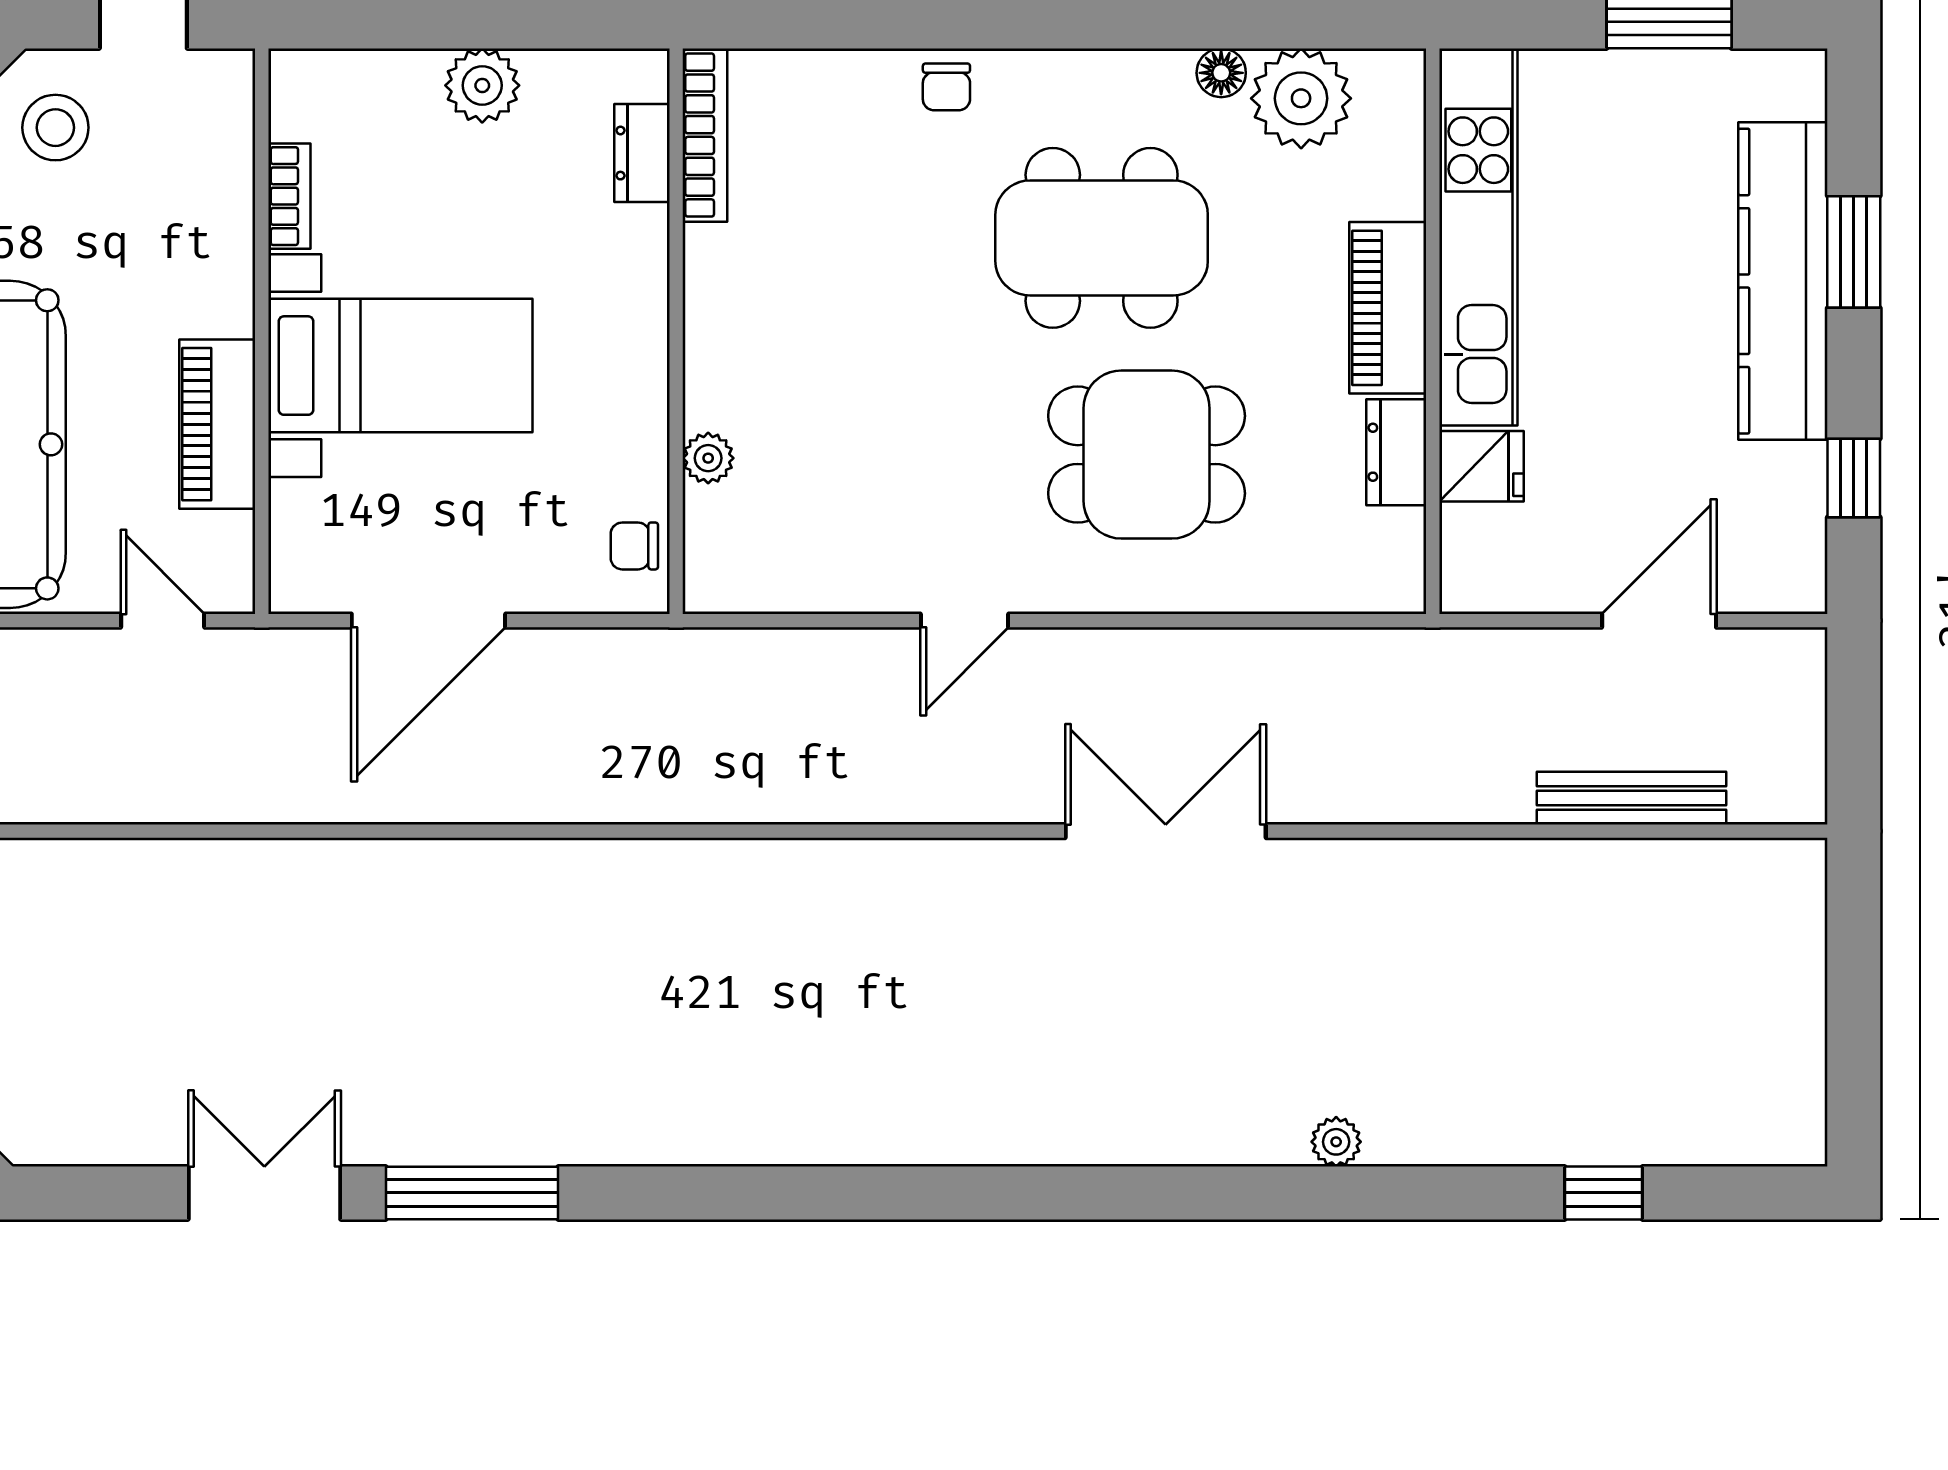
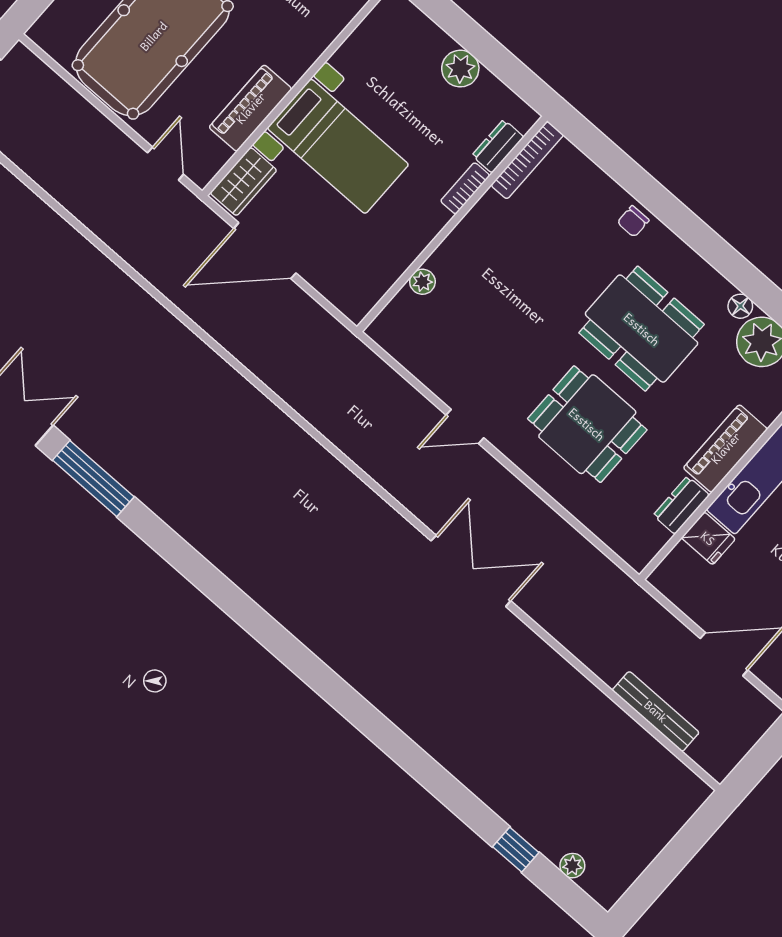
bookcase: (289, 196) -> (465, 188), moved, turned 180
wardrobe: (304, 544) -> (243, 182), added
chair: (634, 546) -> (366, 290), removed
plant: (1336, 1142) -> (572, 866), moved

